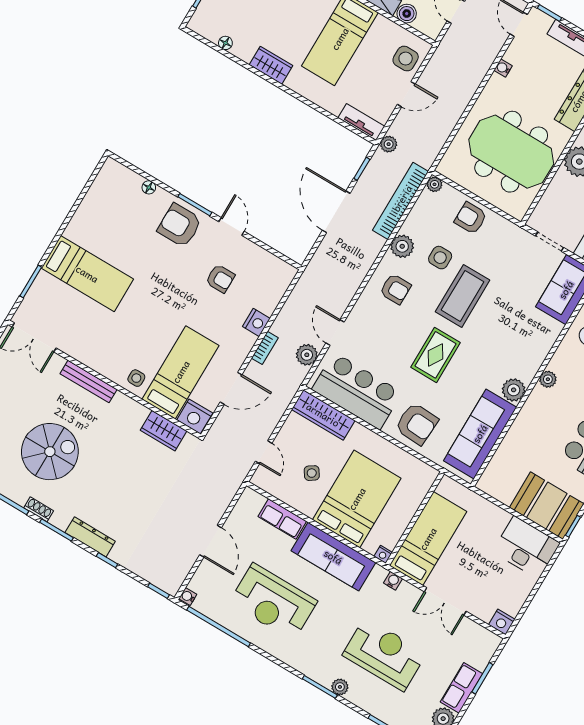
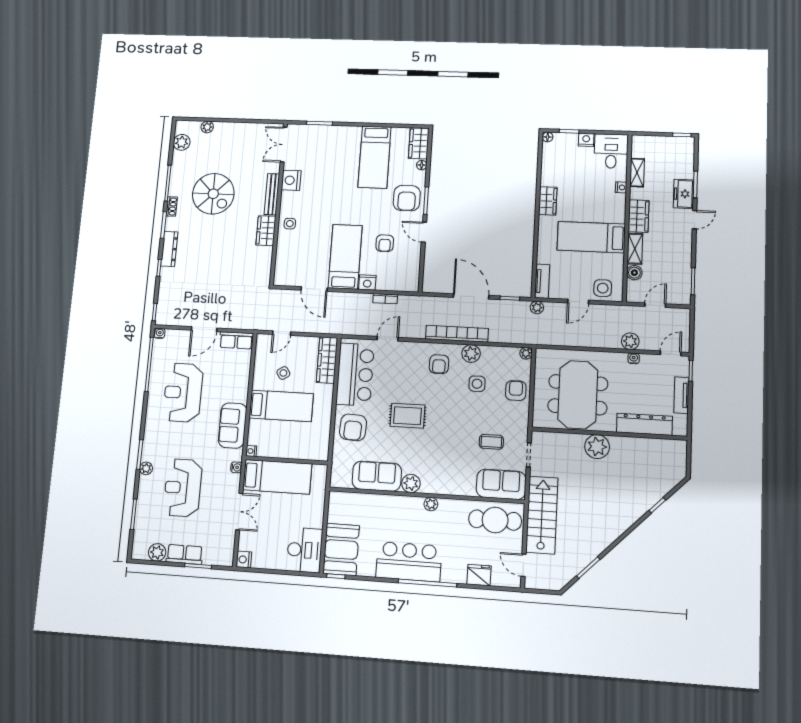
floor lamp: (225, 43) -> (548, 137), moved
door: (406, 94) -> (578, 301), hinge flipped
wardrobe: (120, 177) -> (419, 143), added
bookcase: (401, 201) -> (457, 334), moved
door: (336, 212) -> (471, 296), hinge flipped
armchair: (180, 225) -> (407, 198), turned 180
door: (231, 227) -> (424, 232), swing flipped
bed: (87, 274) -> (375, 157), moved
coffee table: (463, 296) -> (491, 442), moved, width x0.54, depth x0.58
bookcase: (265, 348) -> (385, 299), moved
plant: (307, 355) -> (630, 341), moved
bed: (181, 372) -> (345, 257), moved, turned -90
nightstand: (195, 416) -> (291, 180), moved
wardrobe: (164, 431) -> (266, 231), moved
sofa: (480, 434) -> (377, 476), width x0.73
bed: (357, 499) -> (281, 406), width x0.67
row of seats: (282, 519) -> (236, 340), moved, turned -90
sofa: (333, 557) -> (233, 426), width x0.73
double door: (445, 601) -> (239, 512), swing flipped
reception desk: (384, 654) -> (183, 488), turned 180

